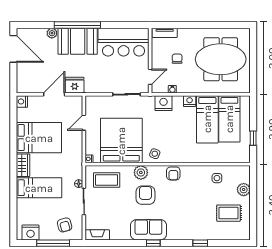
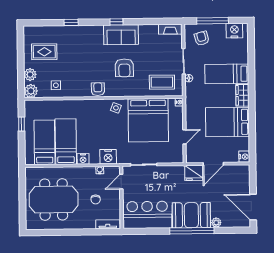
plant: (141, 172) -> (31, 91), moved

